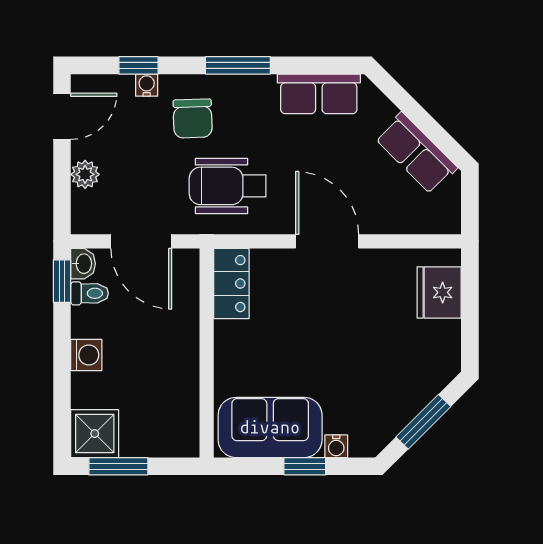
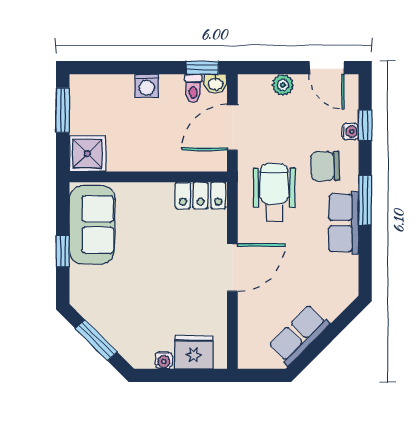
row of seats: (319, 94) -> (344, 223), moved
shower: (95, 434) -> (87, 153), moved
water cooler: (336, 446) -> (164, 360), moved, turned -90

